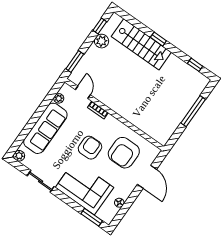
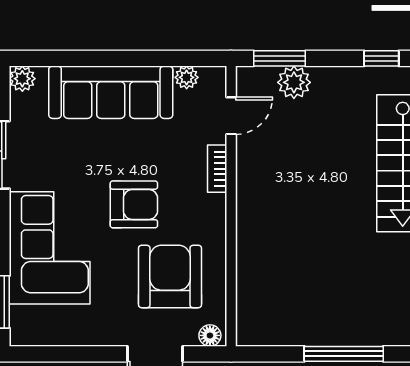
plant: (102, 41) -> (294, 82), moved
armchair: (124, 153) -> (170, 277), turned 90
floor lamp: (119, 203) -> (210, 335), moved

